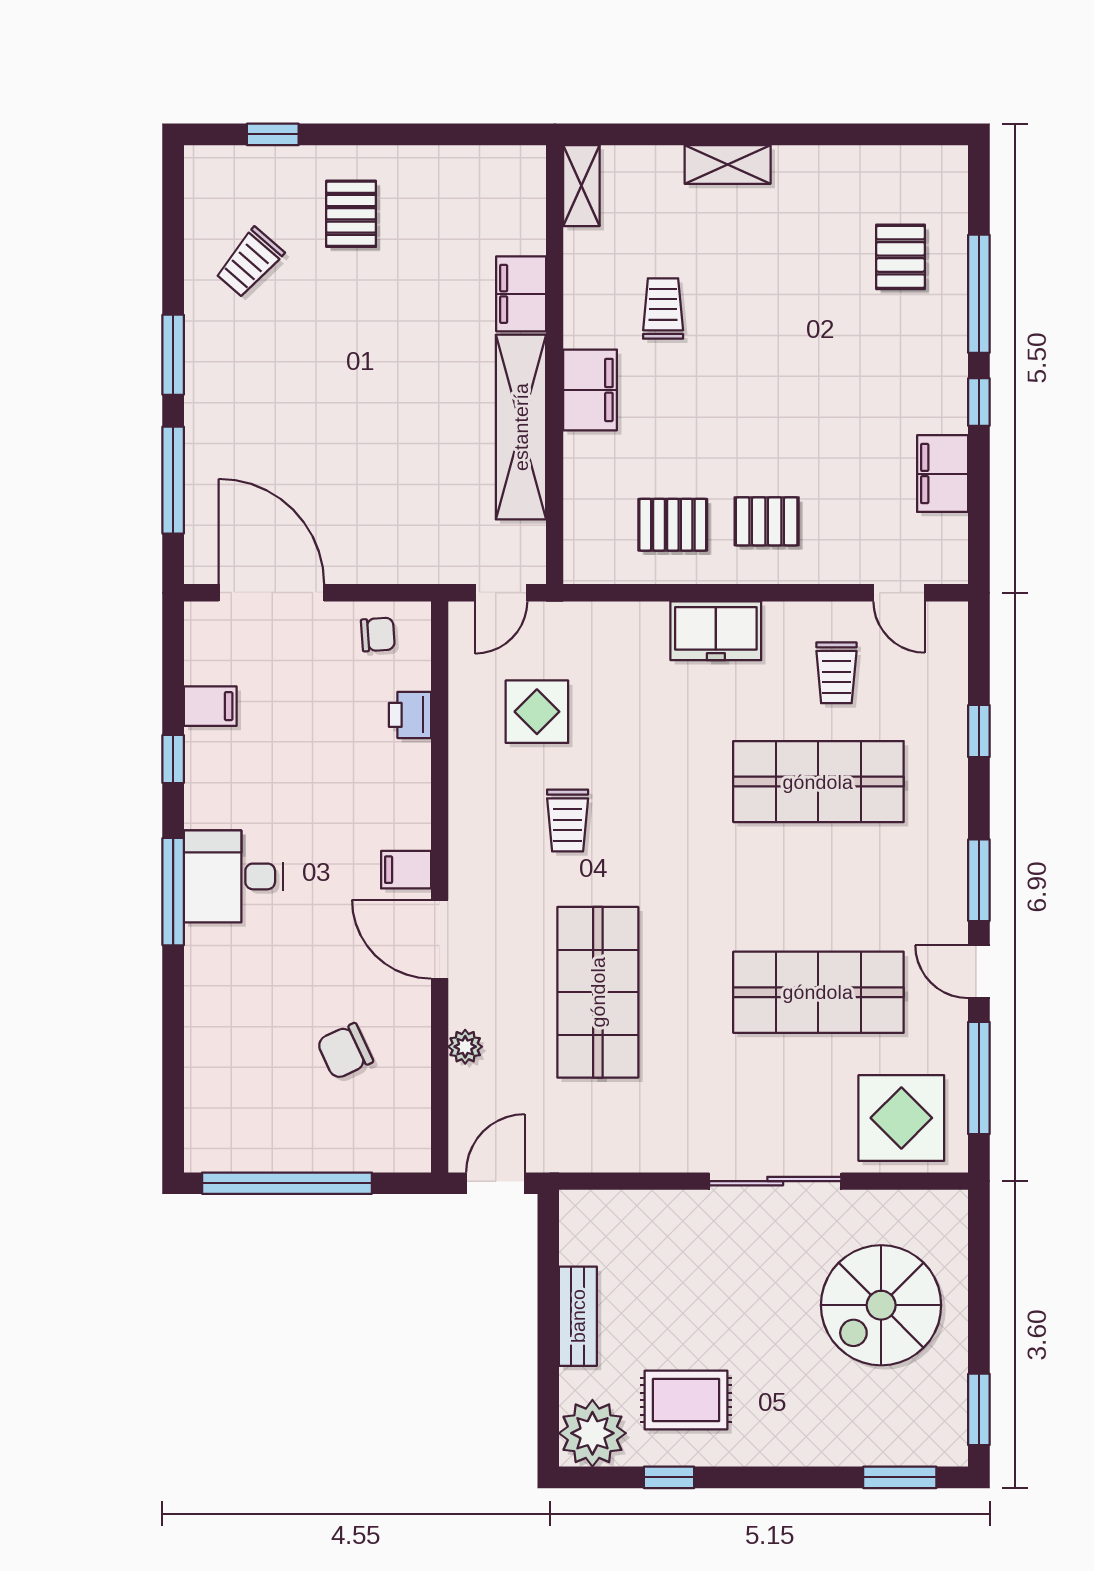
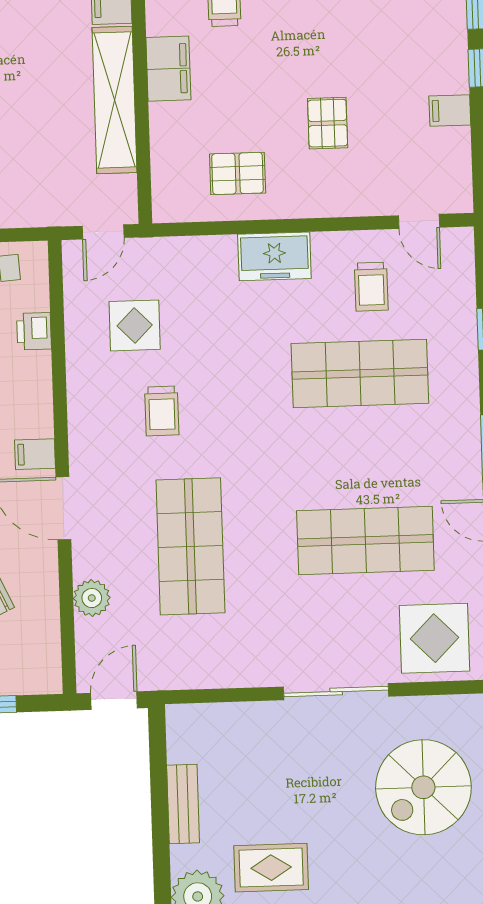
filing cabinet: (943, 474) -> (450, 110), width x0.50
pallet: (767, 521) -> (328, 123), moved, turned 90
plant: (465, 1047) -> (92, 598), width x1.38, depth x1.38

